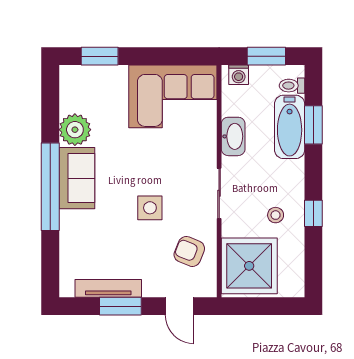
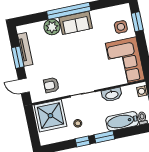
window: (313, 125) -> (104, 137), moved
plant: (75, 130) -> (52, 27), moved
side table: (150, 208) -> (121, 27), moved
armchair: (189, 251) -> (51, 85), turned -112
door: (180, 306) -> (24, 86), hinge flipped

